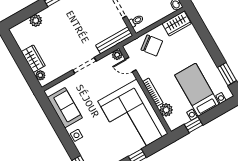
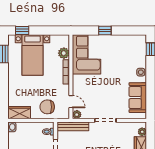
chair: (152, 45) -> (47, 107), turned -52
corner sofa: (133, 117) -> (87, 54), width x0.73, depth x0.74
window: (194, 125) -> (22, 31), moved

